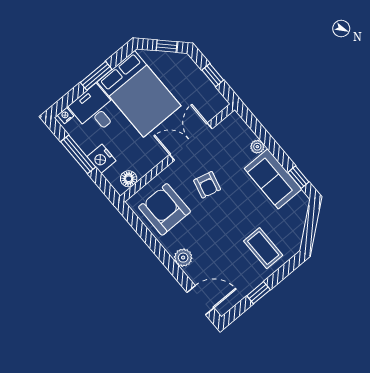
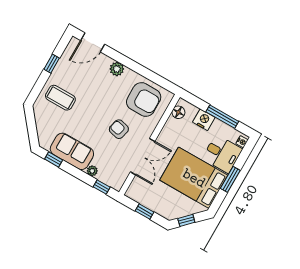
window: (253, 123) -> (102, 187), added

